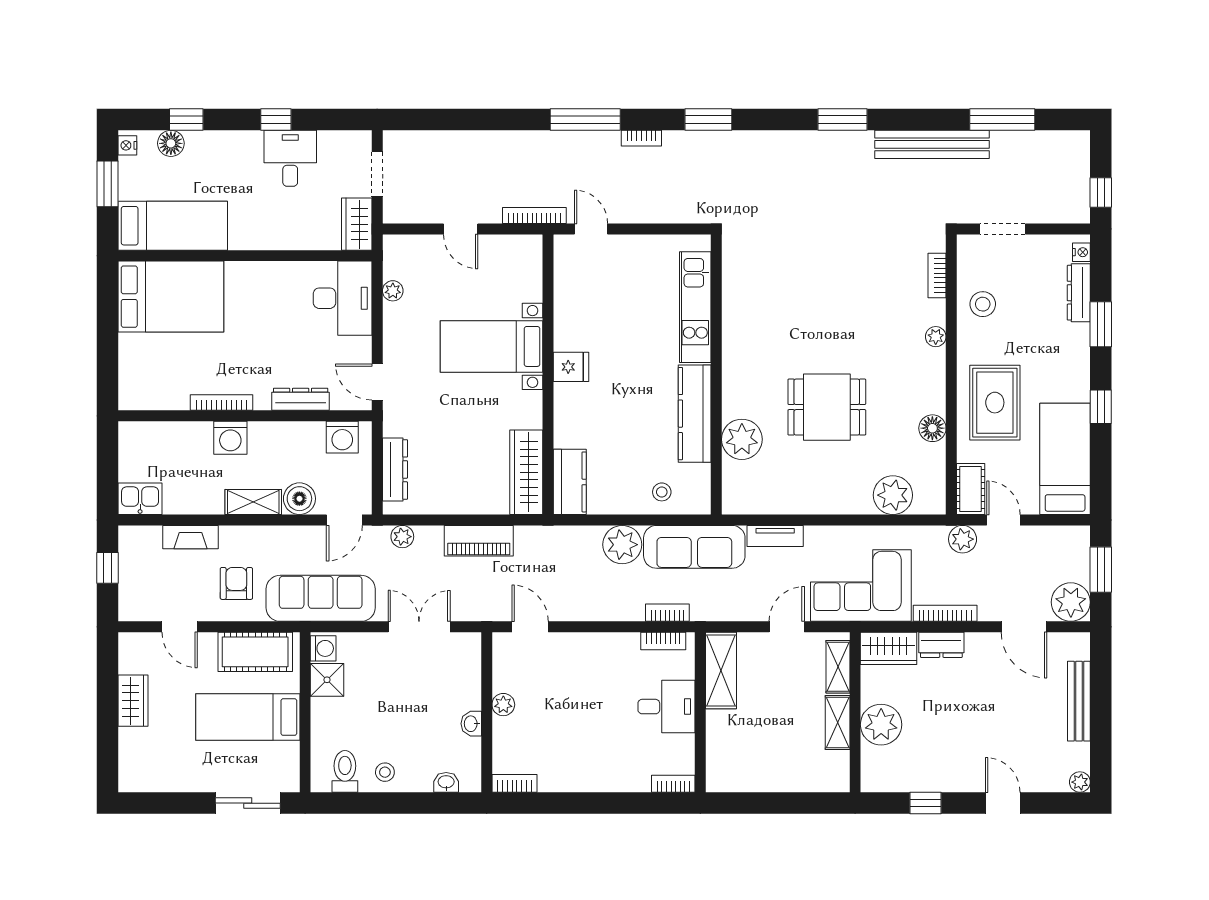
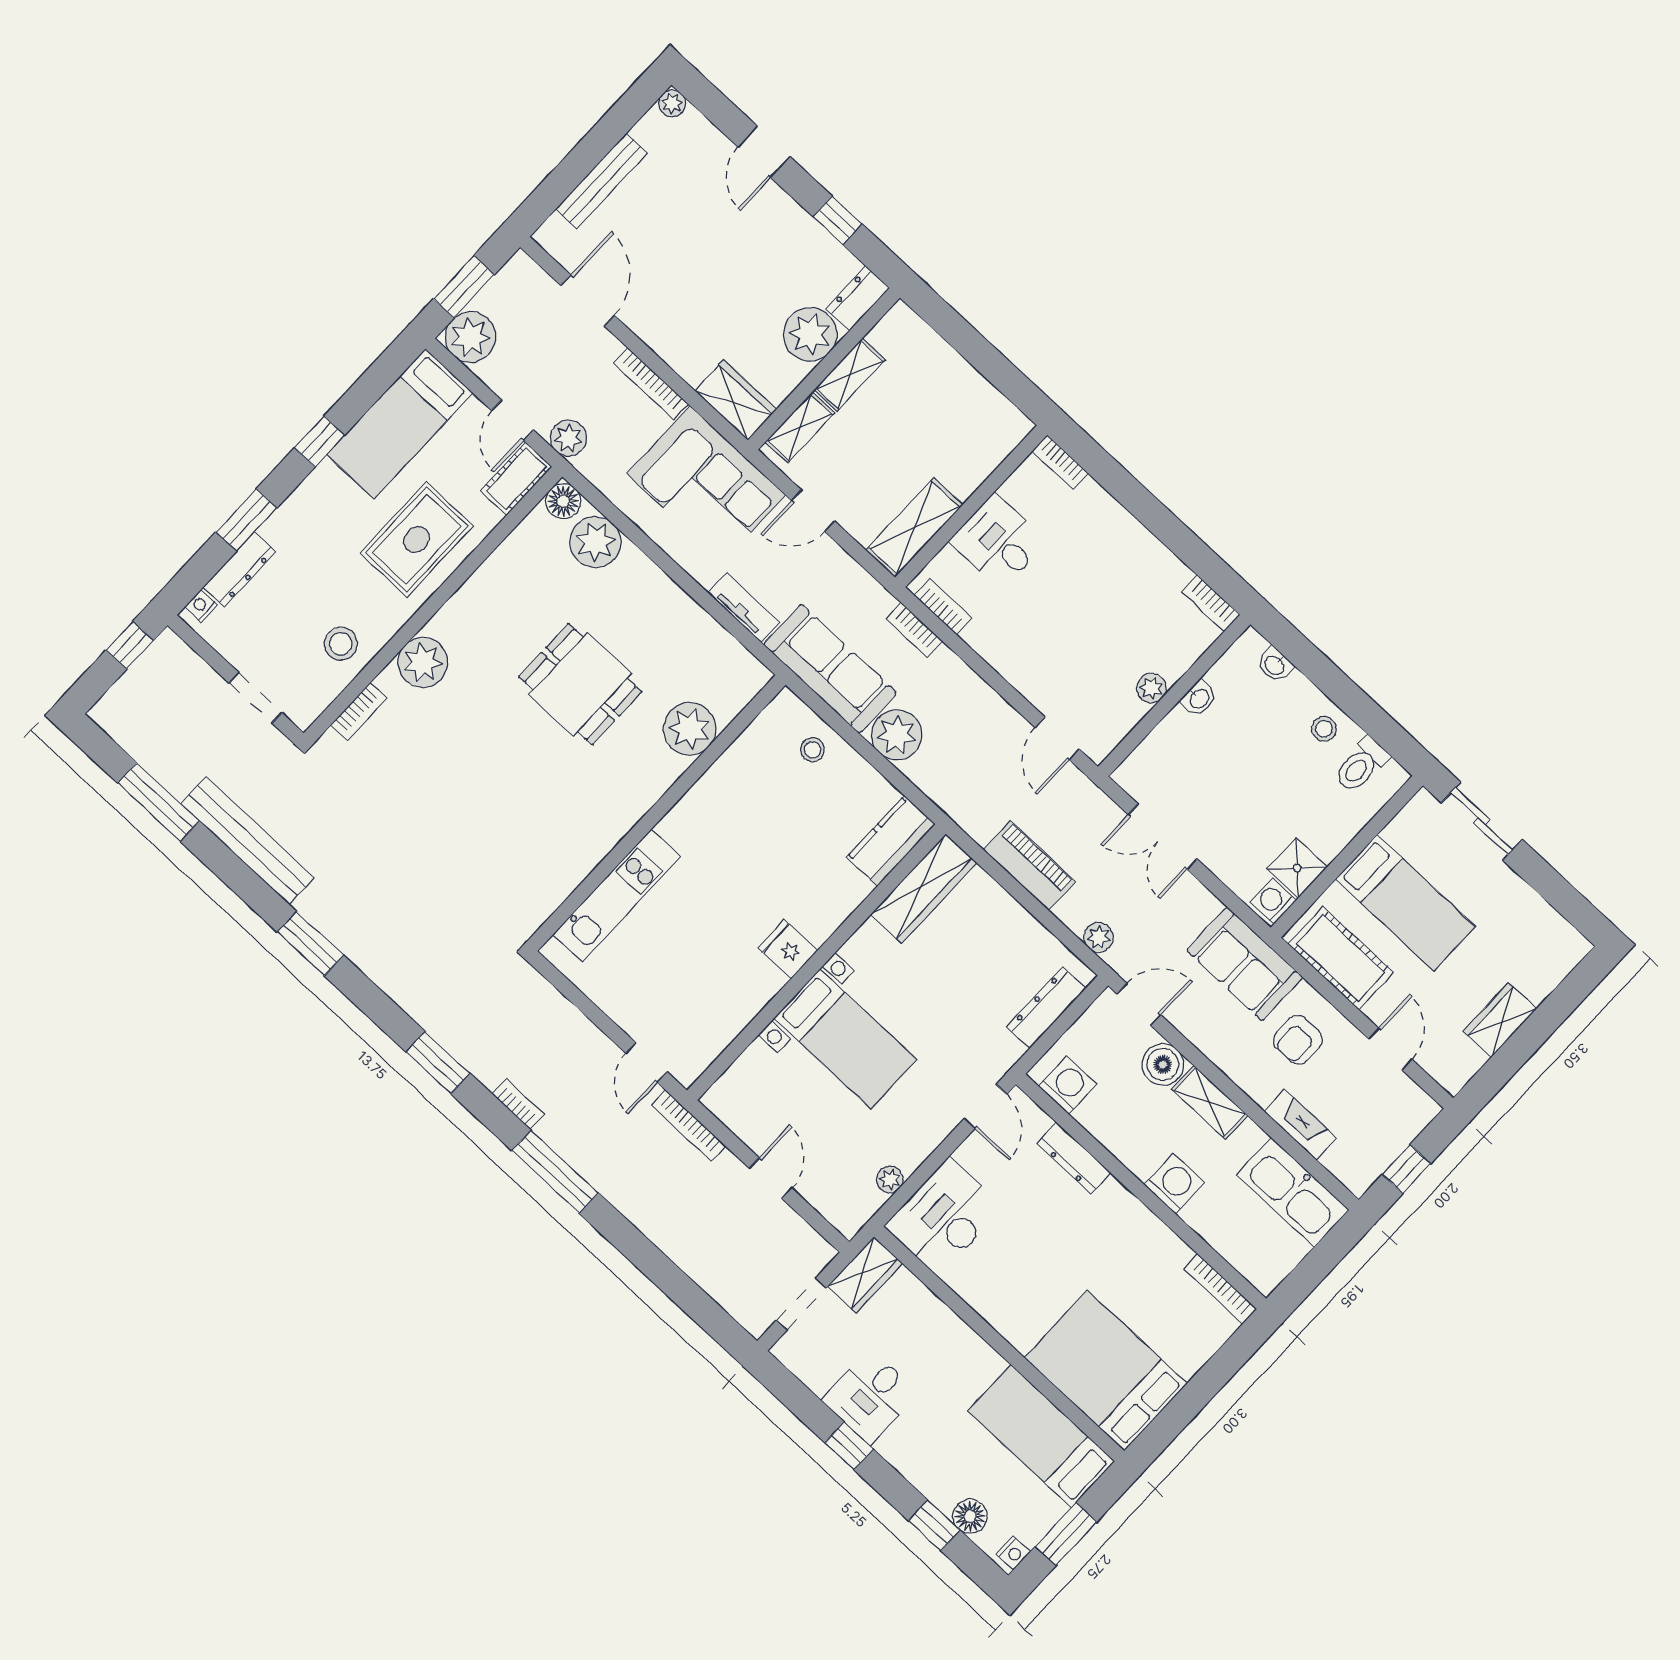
plant: (936, 337) -> (423, 662), width x1.87, depth x1.87
bookcase: (221, 403) -> (1220, 1289), moved
kitchen counter: (695, 414) -> (712, 795), removed
floor lamp: (932, 428) -> (563, 501), moved
kitchen sink: (140, 499) -> (1293, 1192), width x1.87, depth x1.24
sofa: (321, 598) -> (1245, 964), width x0.73
plant: (1071, 602) -> (470, 337), moved
dresser: (941, 645) -> (858, 298), moved, turned -90

